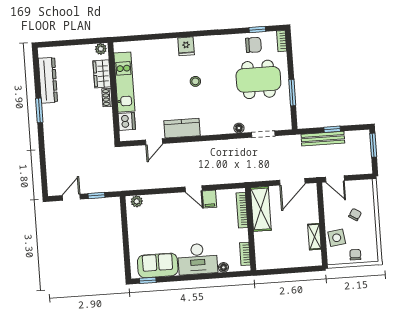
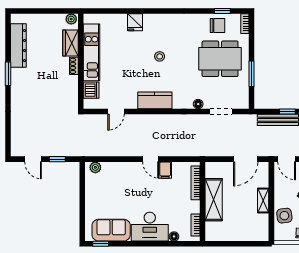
fridge: (186, 46) -> (135, 22), moved
kitchen counter: (182, 128) -> (155, 100), moved
door: (71, 197) -> (33, 159), swing flipped
shelving: (261, 209) -> (214, 200), moved
shelving: (314, 237) -> (263, 201), moved

